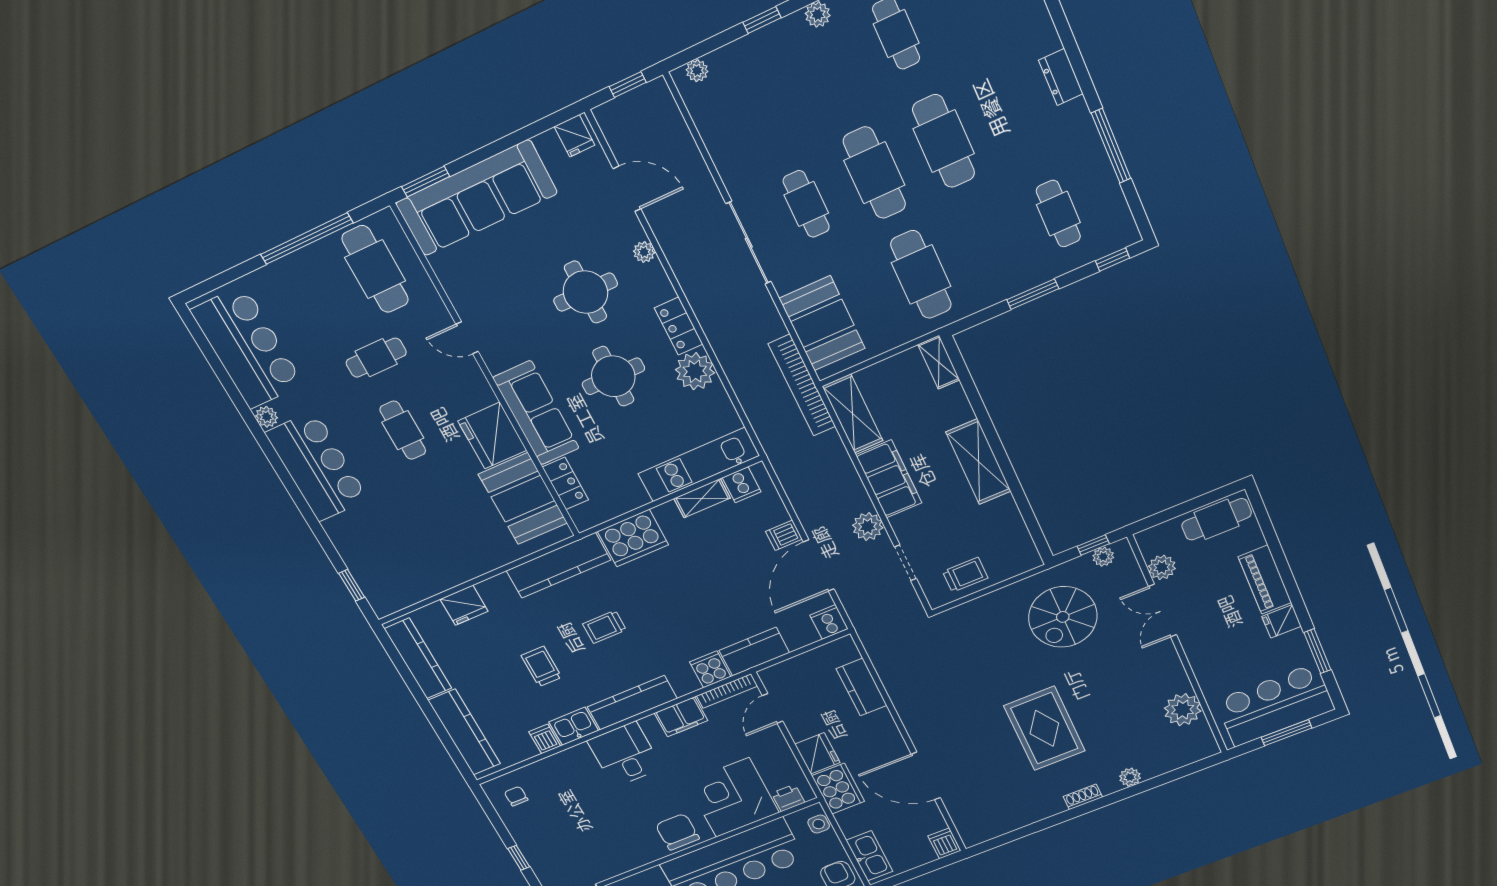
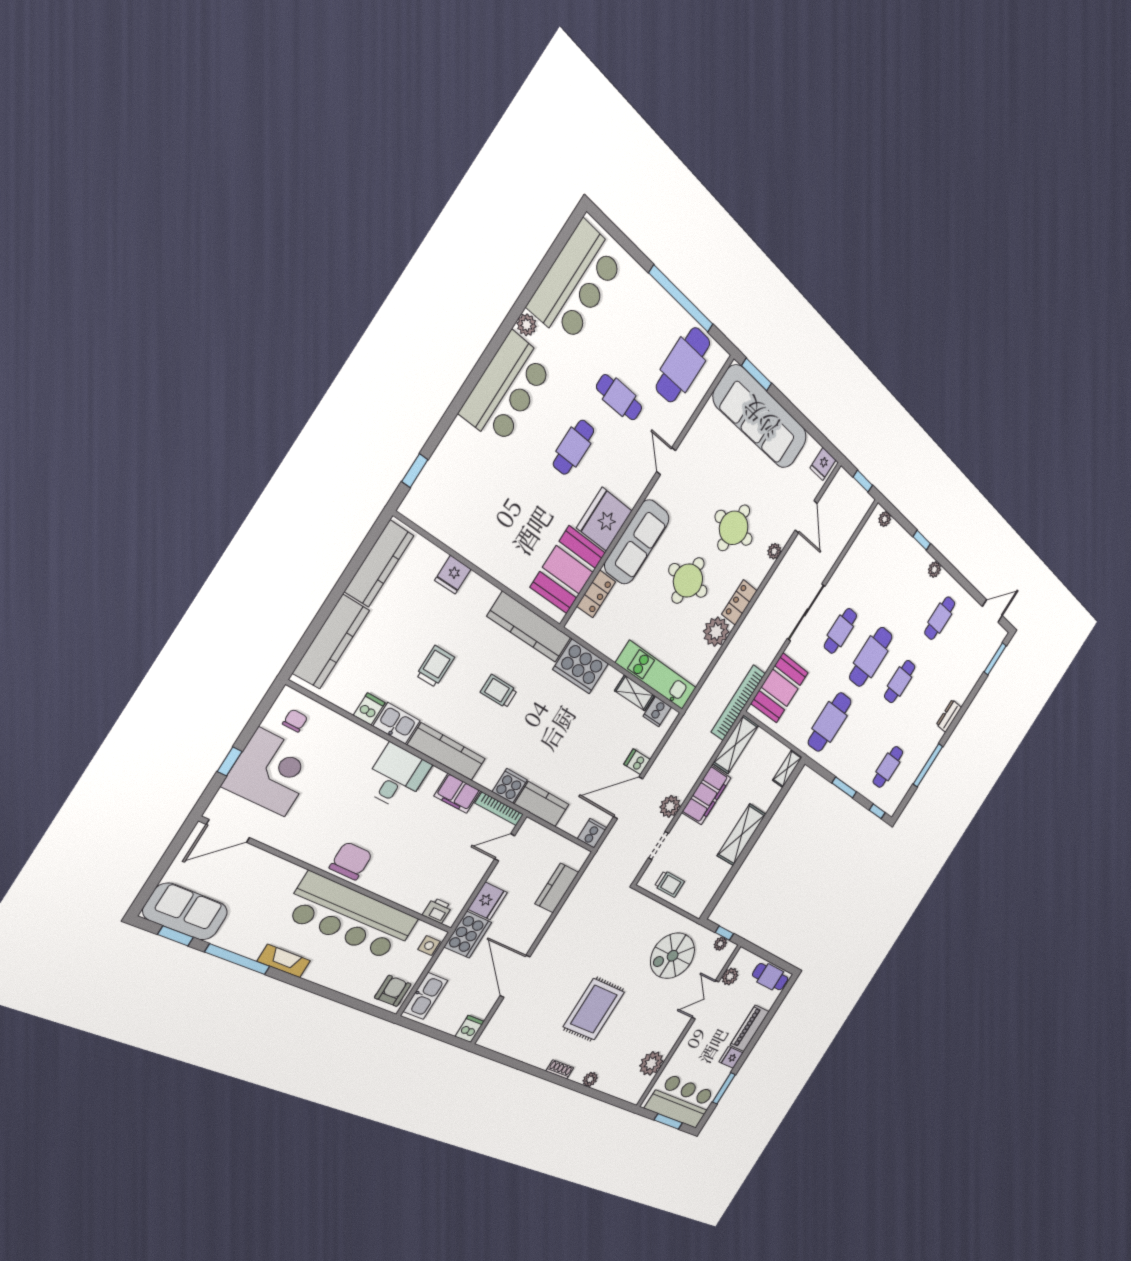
cafe table: (944, 141) -> (900, 682), width x0.73, depth x0.74
fridge: (464, 605) -> (453, 575), width x0.72
corner desk: (733, 798) -> (272, 772), moved, turned 90

